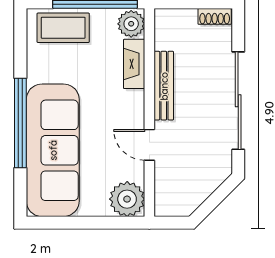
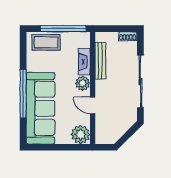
plant: (131, 24) -> (83, 83), moved
bench: (164, 86) -> (100, 61), moved

